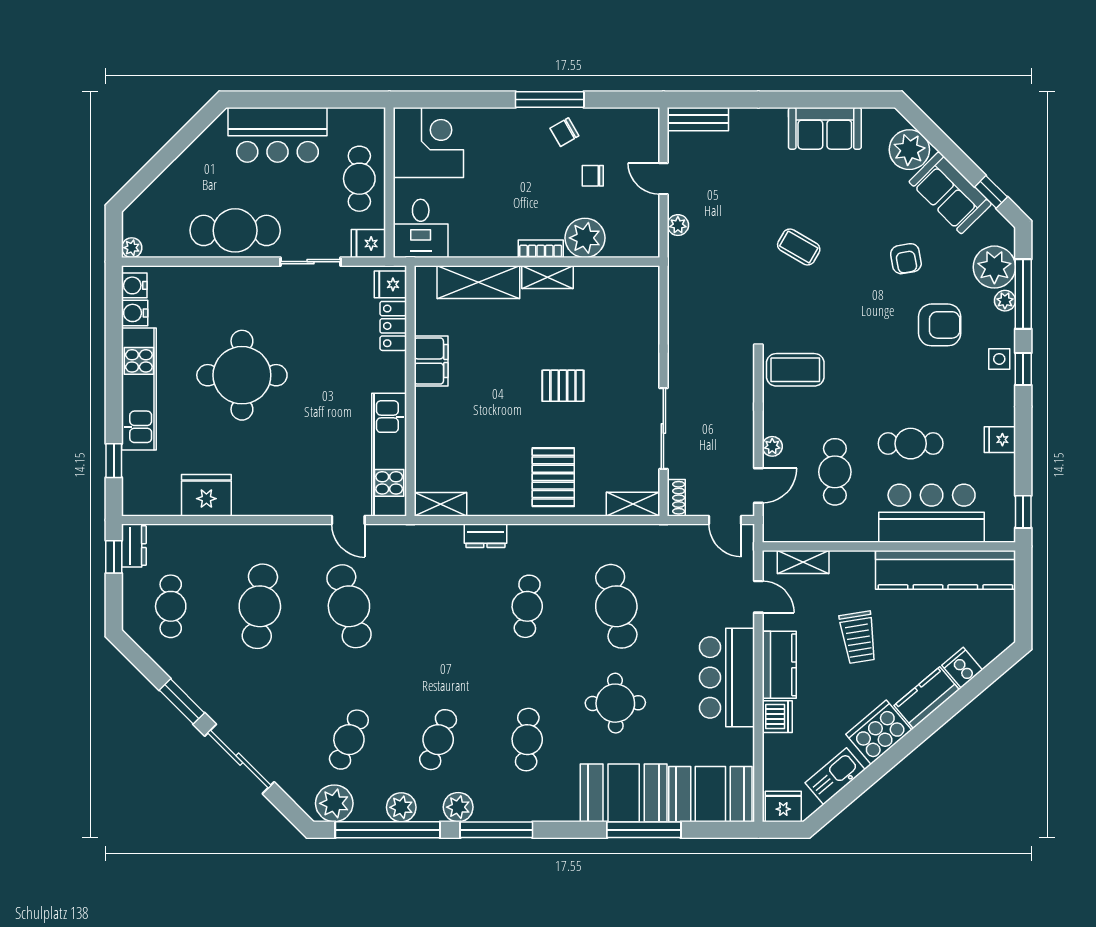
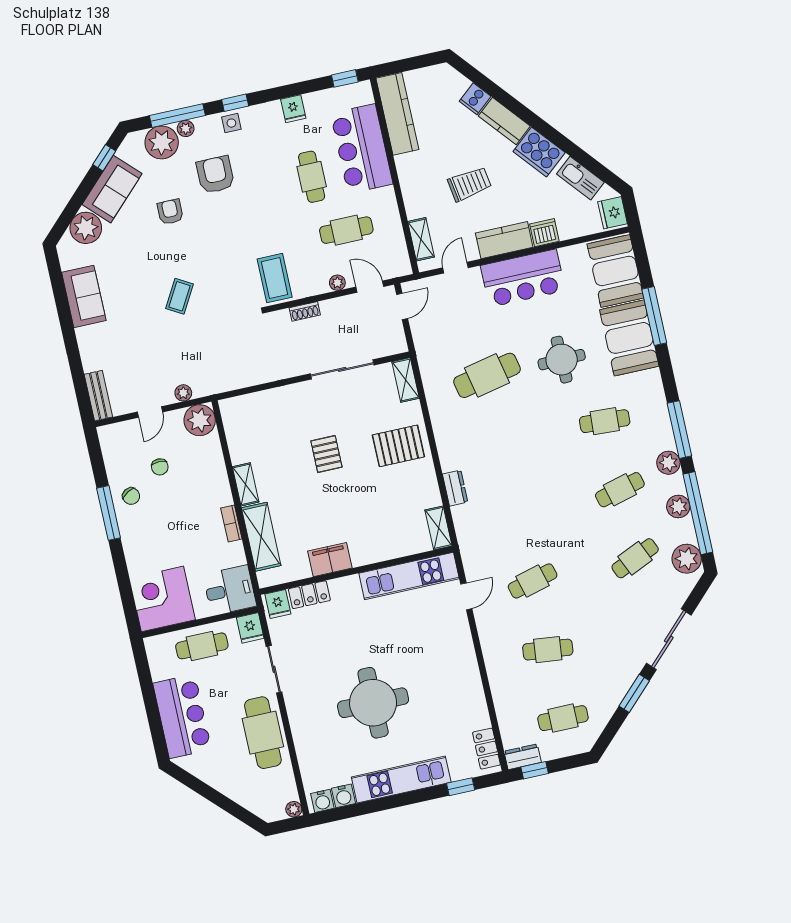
plant: (585, 238) -> (200, 420), moved
bookcase: (541, 249) -> (231, 523), moved
armchair: (906, 259) -> (170, 212), turned -80
fridge: (206, 495) -> (471, 710), removed
shoe rack: (676, 498) -> (305, 311), moved, turned 180
locker: (154, 503) -> (486, 749), added
kitchen counter: (945, 570) -> (397, 114), width x0.72, depth x0.86
cafe table: (260, 606) -> (548, 650), width x0.73, depth x0.74
cafe table: (349, 606) -> (533, 581), width x0.73, depth x0.74
cafe table: (527, 606) -> (502, 444), removed
cafe table: (349, 740) -> (635, 558), turned -48
cafe table: (438, 740) -> (620, 490), turned -36

